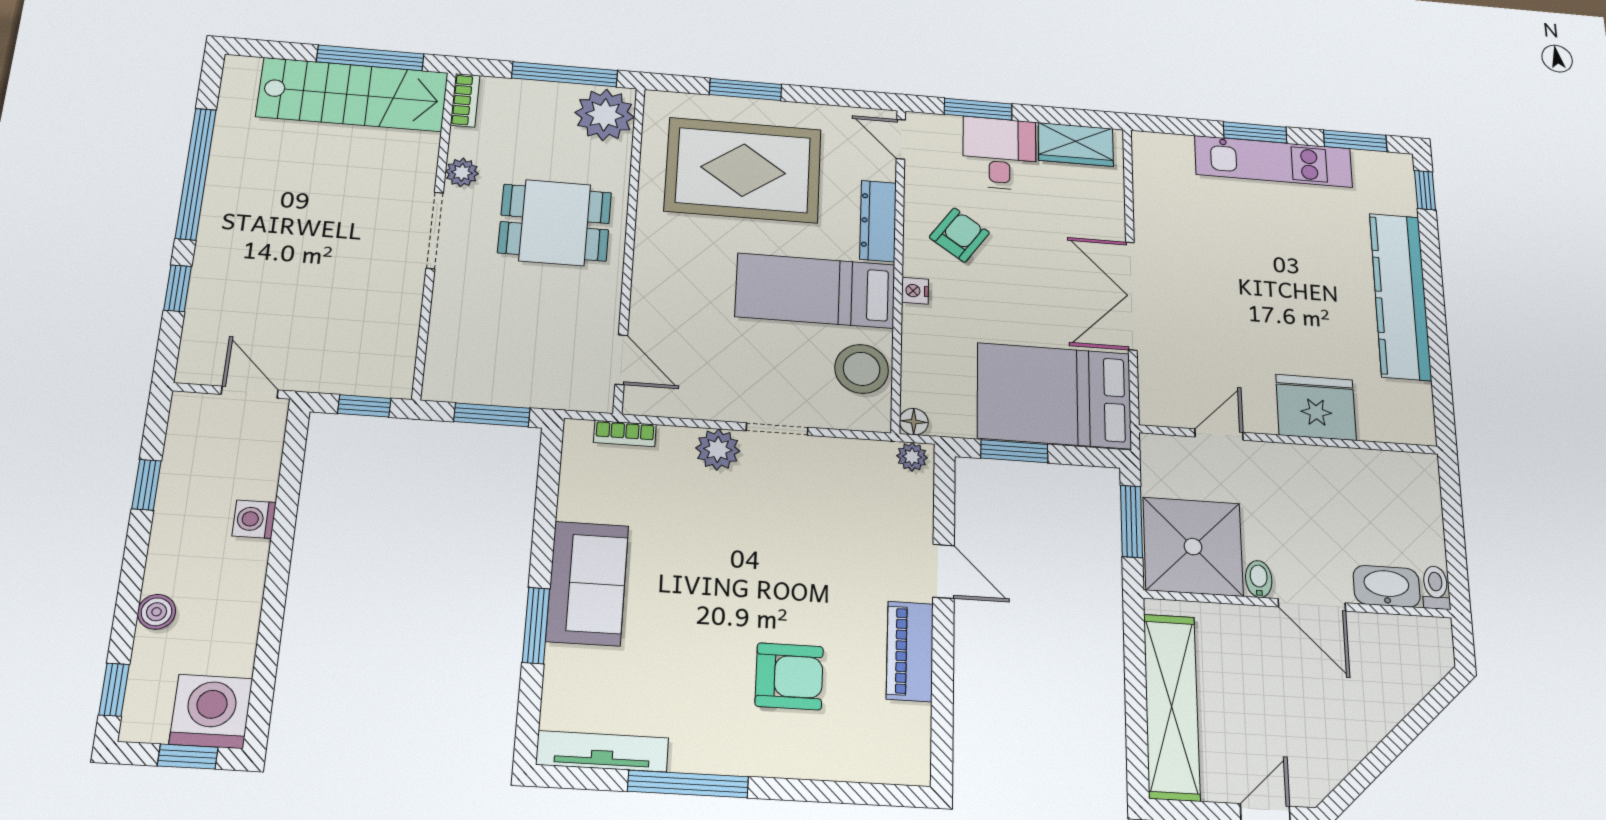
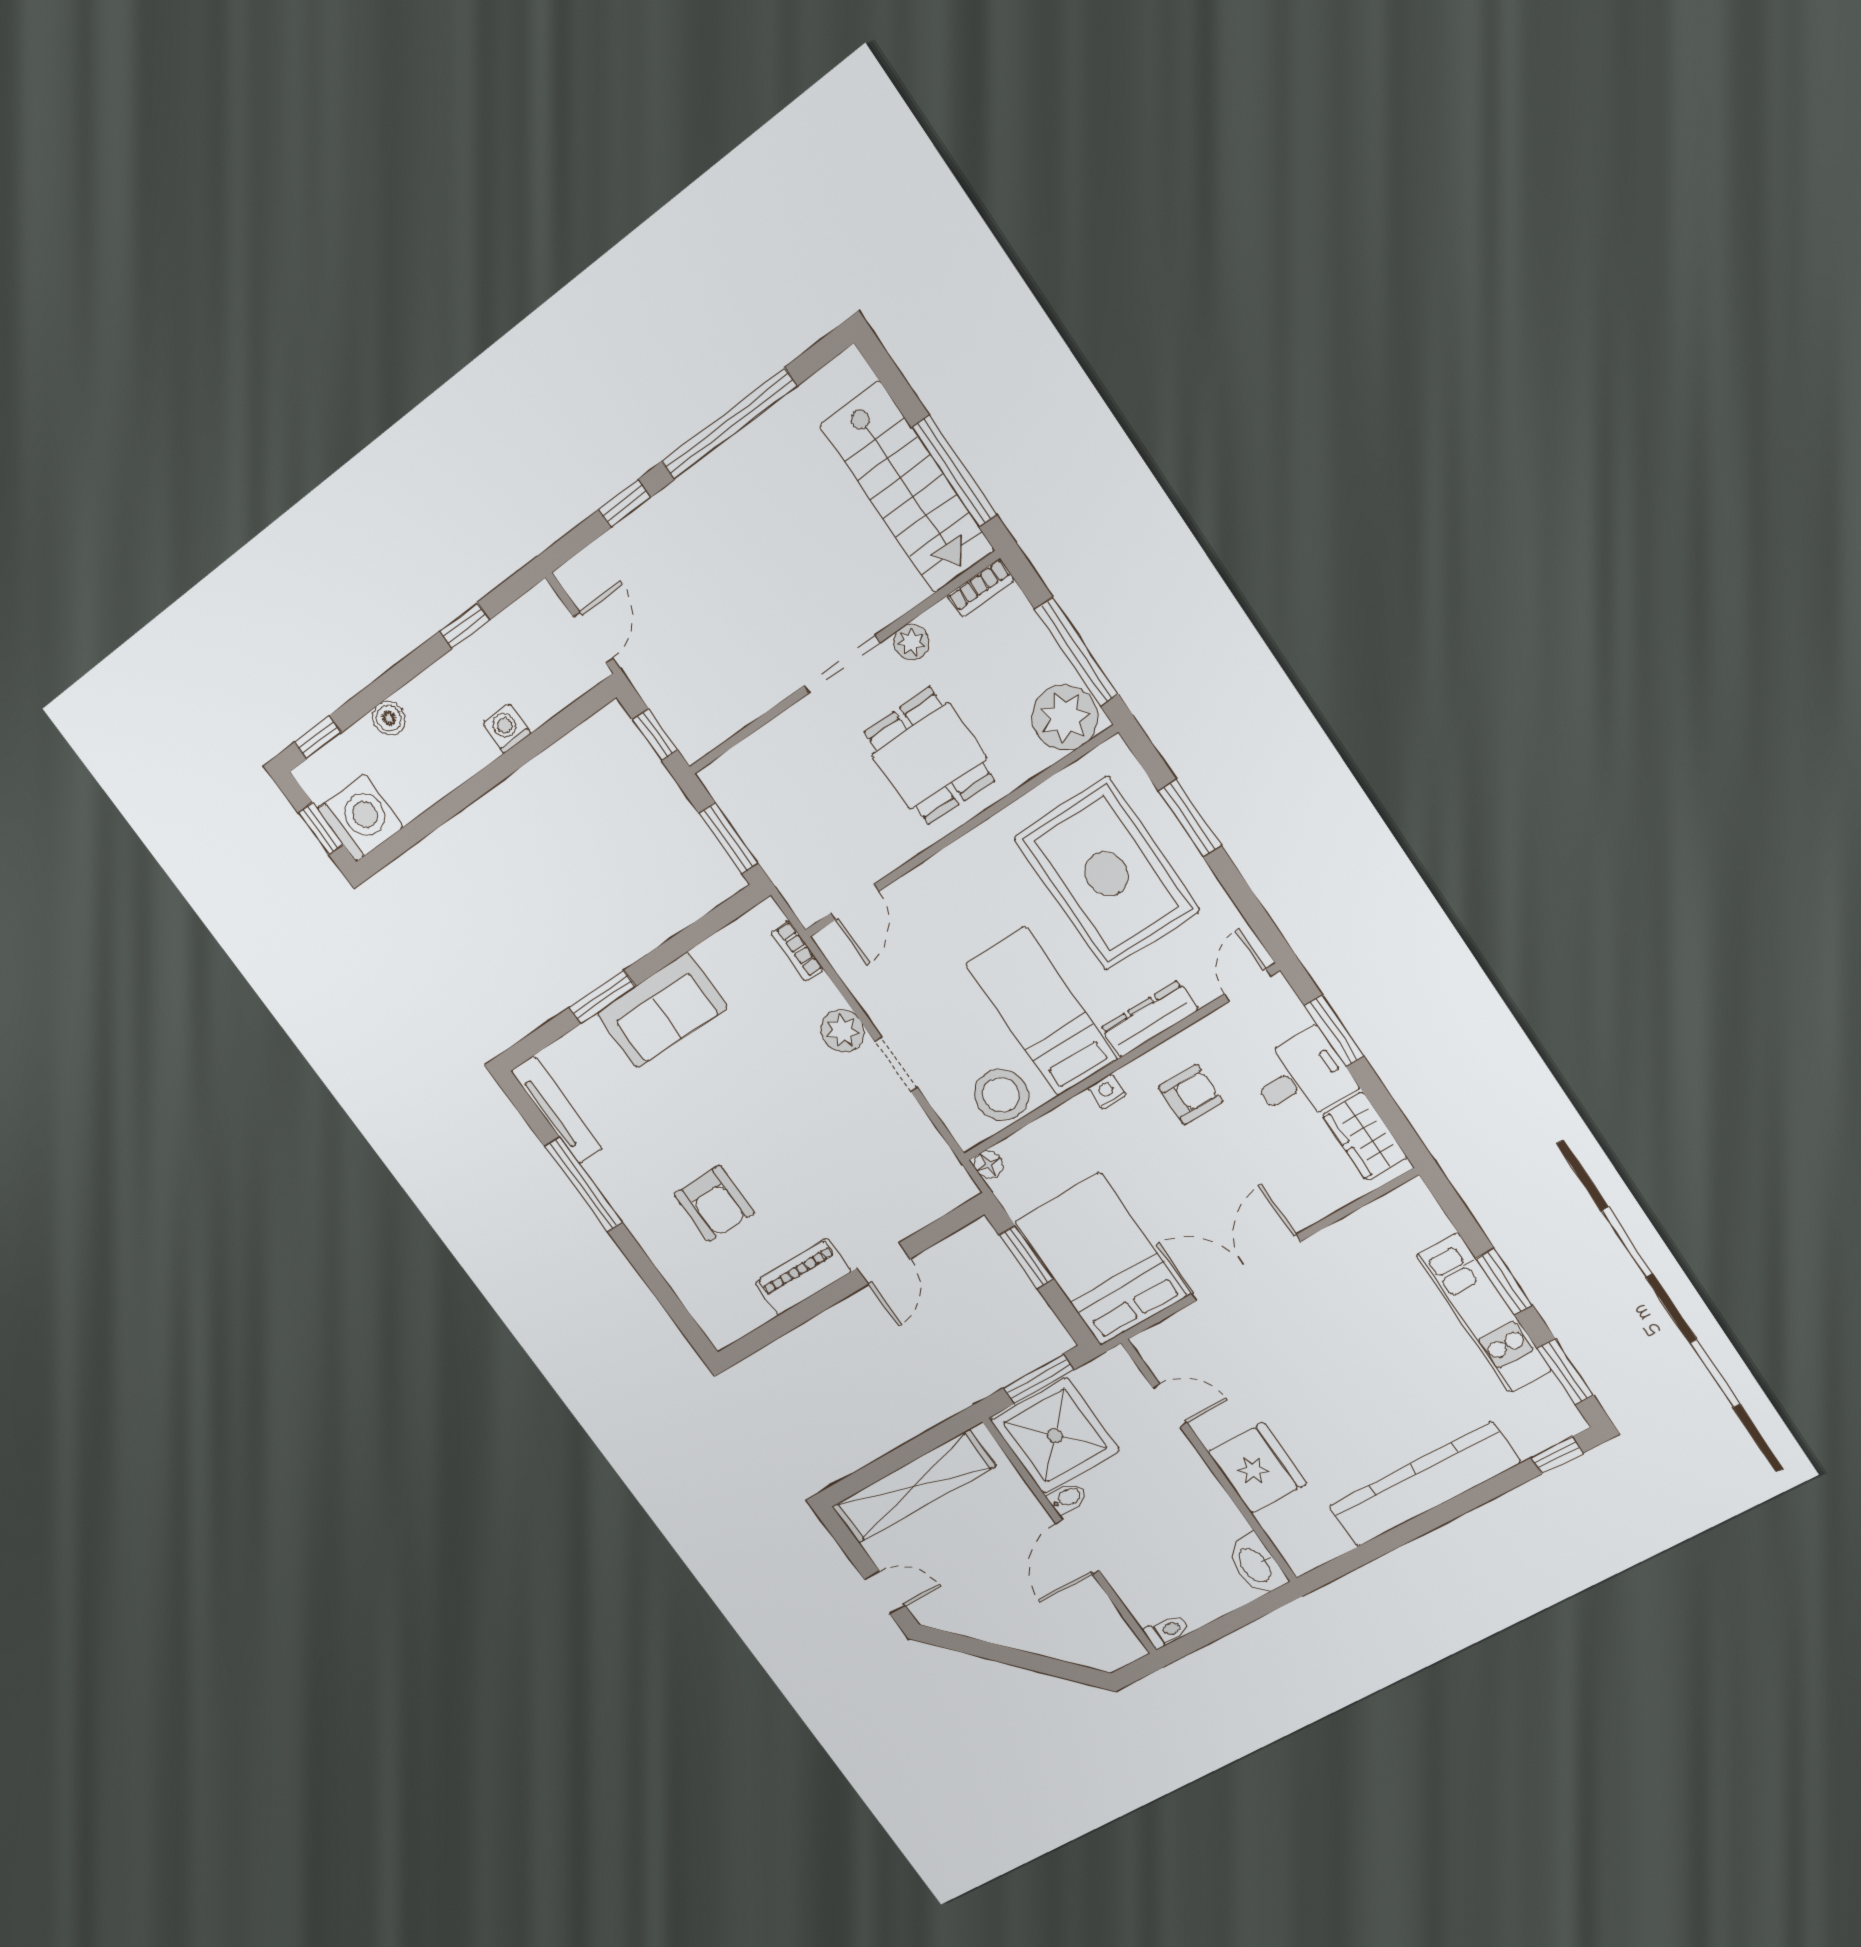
armchair: (959, 235) -> (1191, 1094), turned -35
plant: (912, 457) -> (958, 1182), removed
washbasin: (1387, 586) -> (1256, 1565), moved, turned 180

